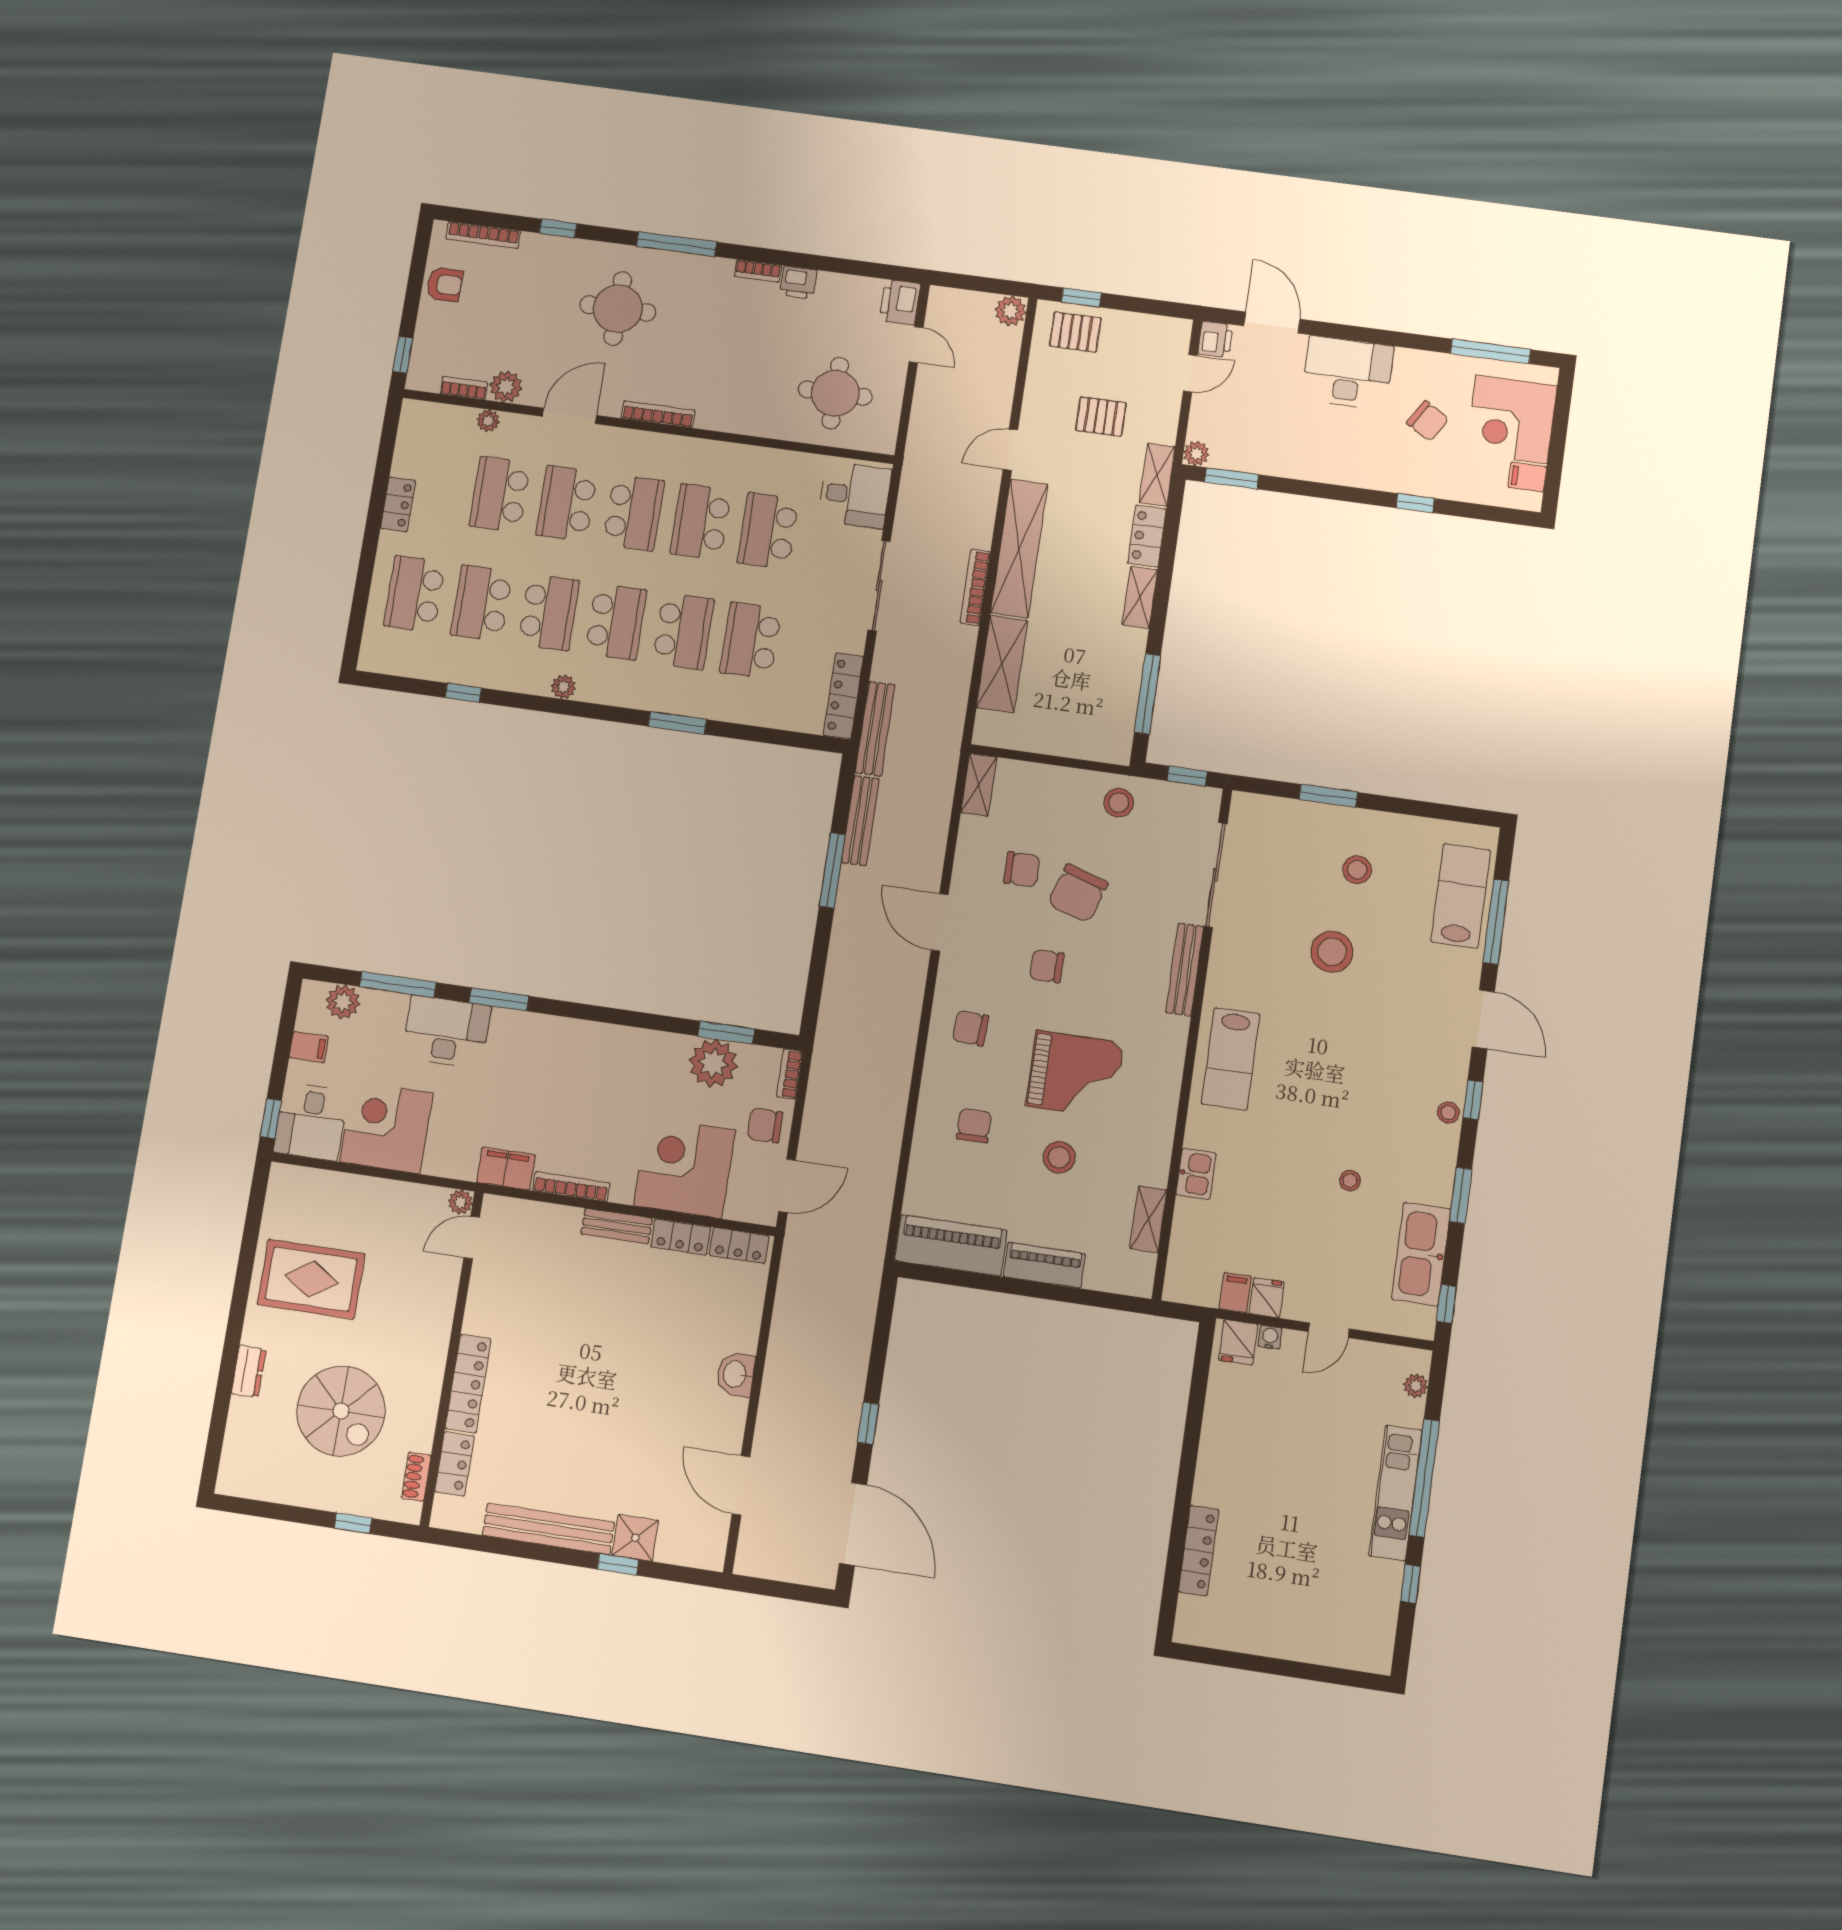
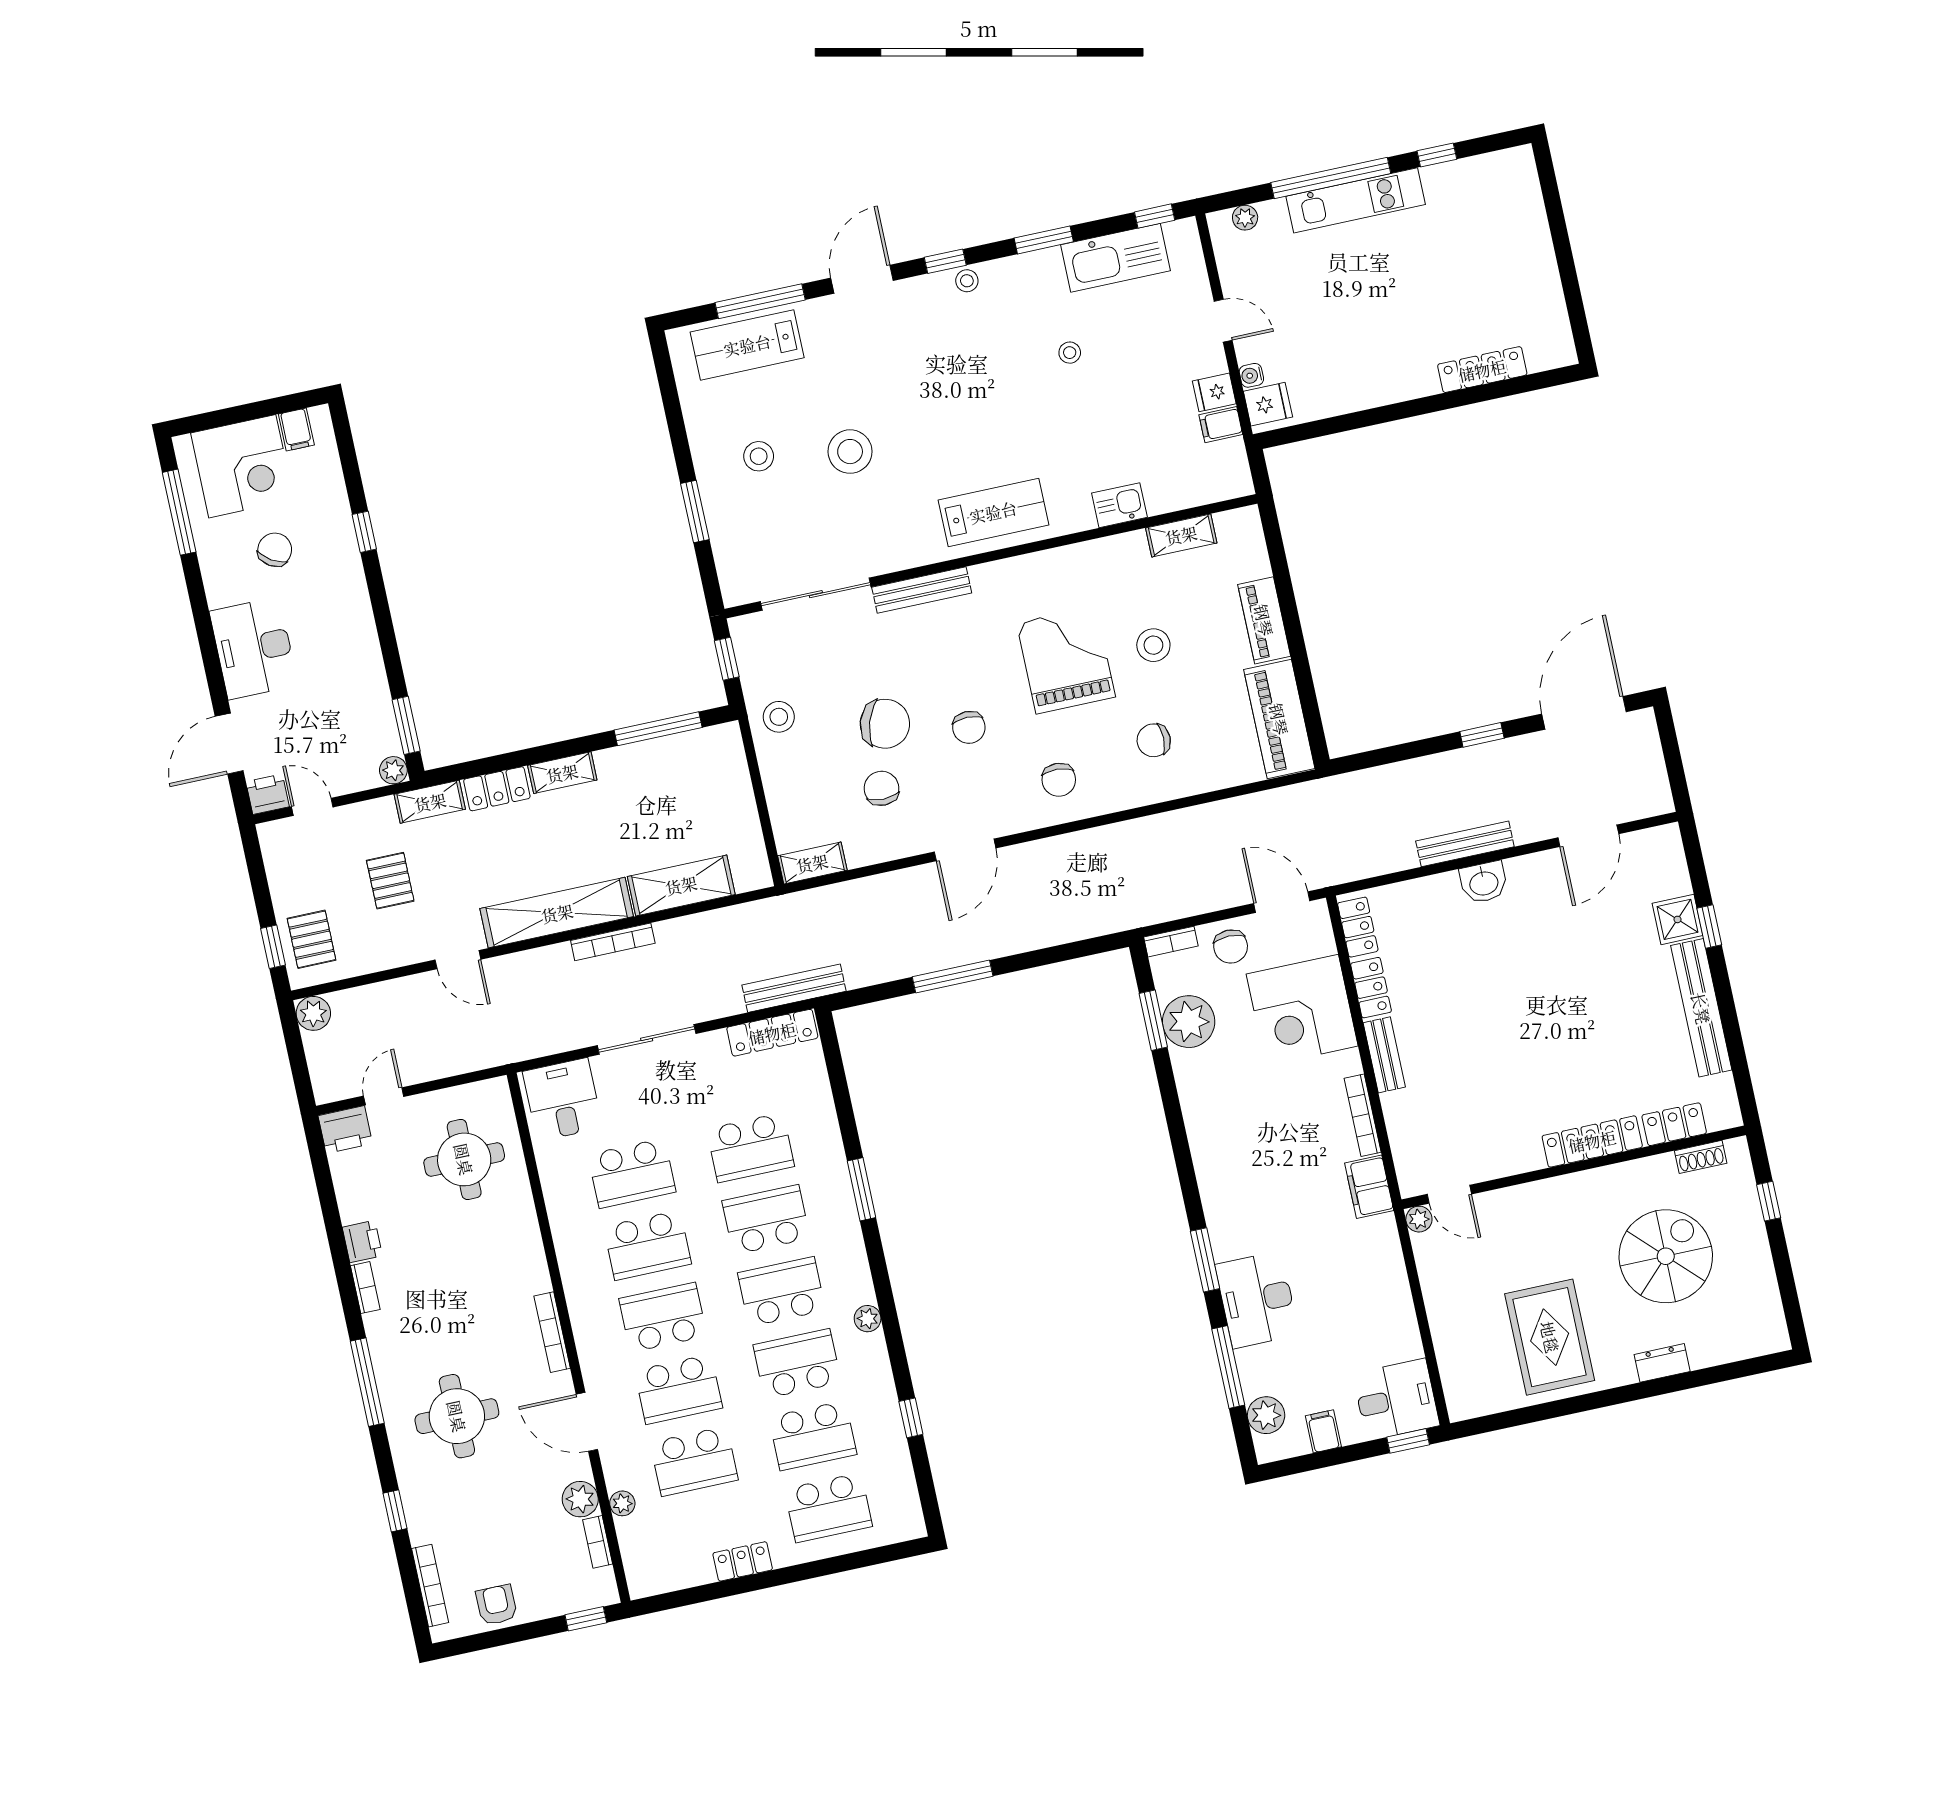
bench: (860, 821) -> (1465, 844), moved
corner desk: (386, 1128) -> (1374, 1322), removed

